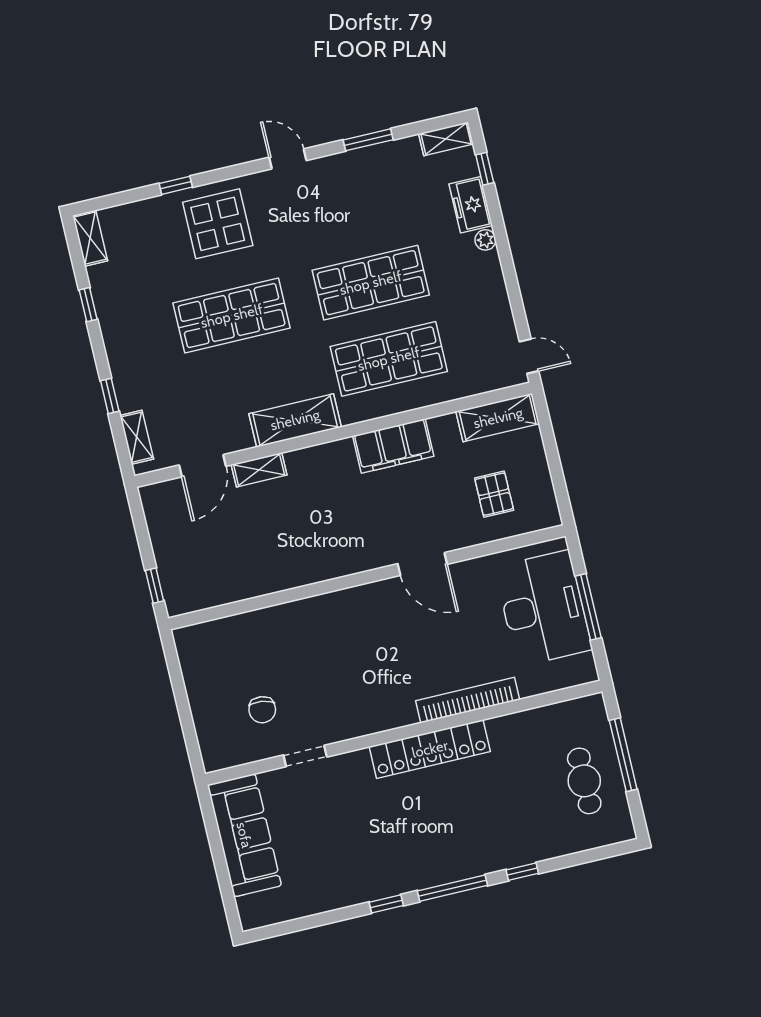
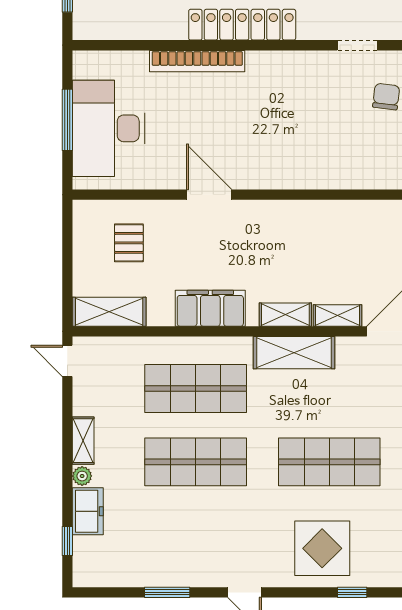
shelving: (446, 139) -> (83, 441), moved, turned 90
shelving: (314, 458) -> (285, 315), added

